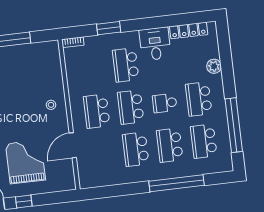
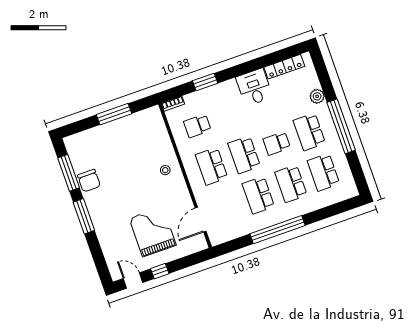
school desk: (126, 65) -> (197, 126), moved, width x0.54
window: (234, 125) -> (341, 126), moved
door: (73, 145) -> (201, 220), moved
window: (177, 183) -> (277, 230), moved

